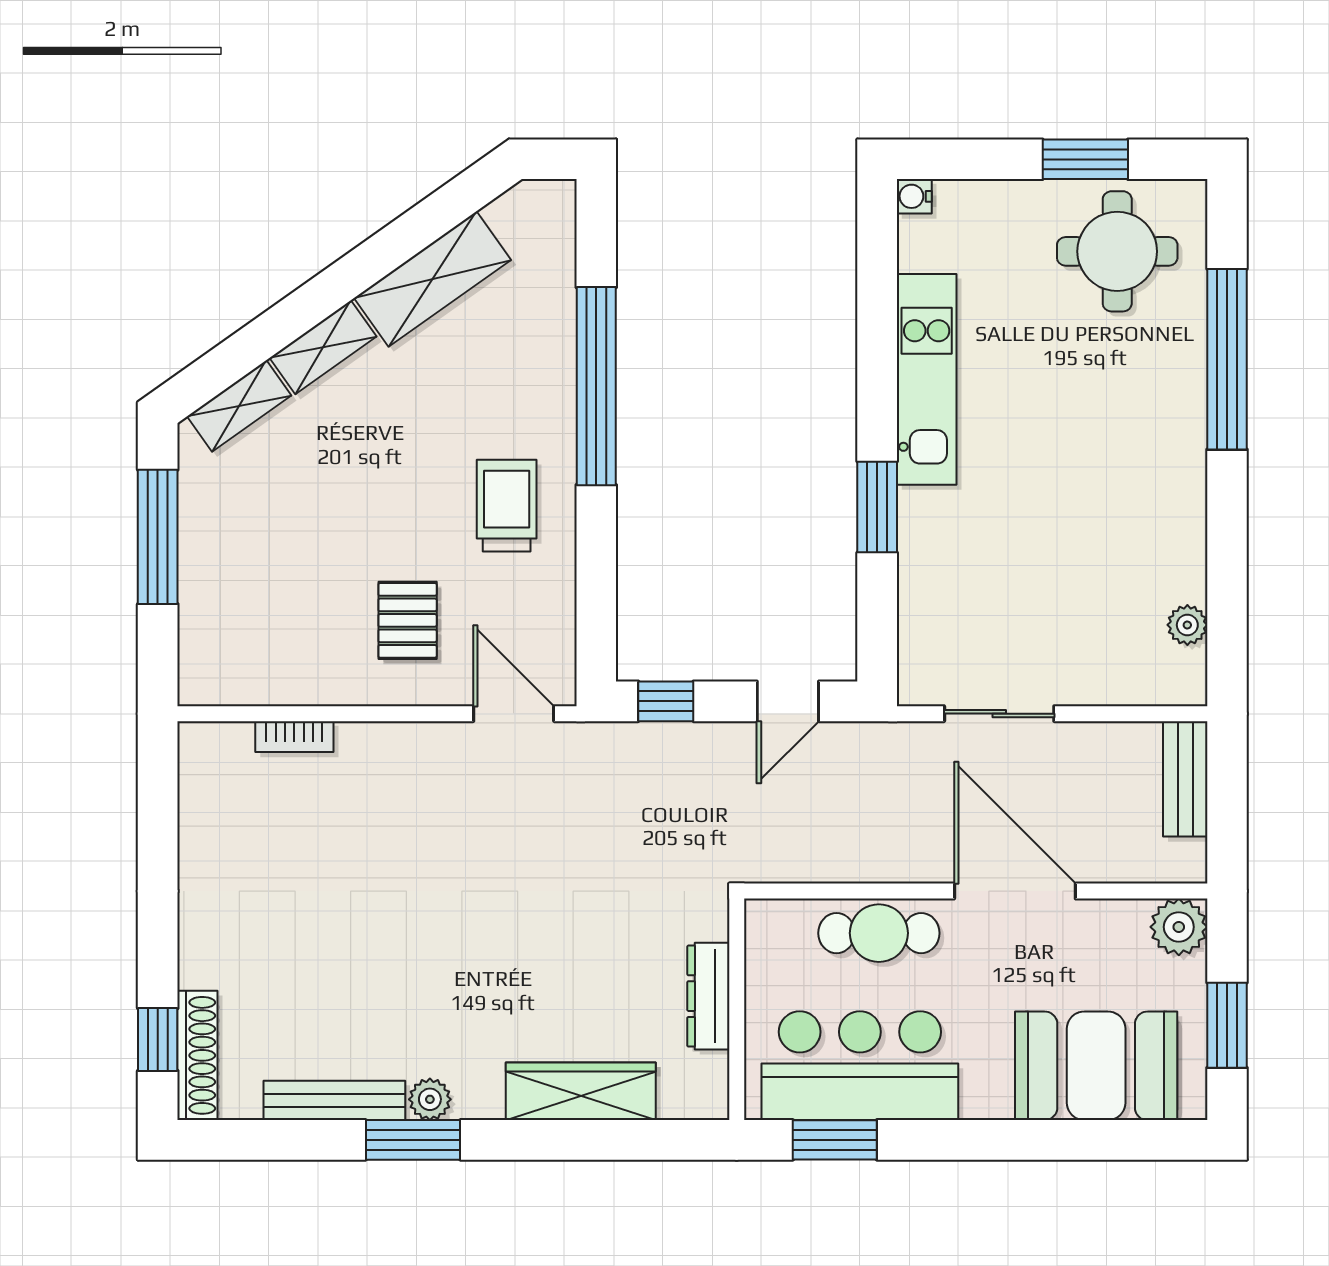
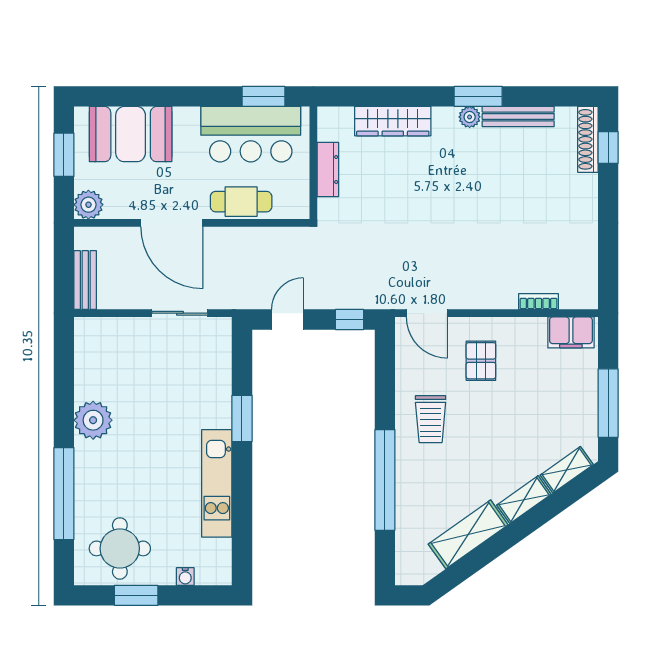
water cooler: (914, 196) -> (185, 576), moved, turned 90
plant: (1187, 625) -> (93, 420), moved, width x1.87, depth x1.87
filing cabinet: (231, 676) -> (571, 332), added

